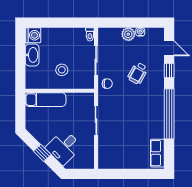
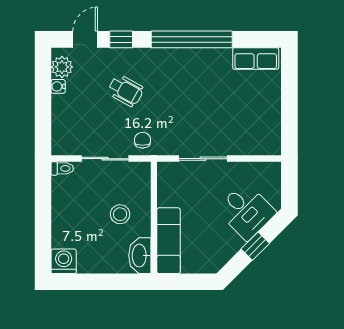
plant: (128, 34) -> (62, 67), moved
washbasin: (32, 55) -> (140, 256), moved, turned -90

